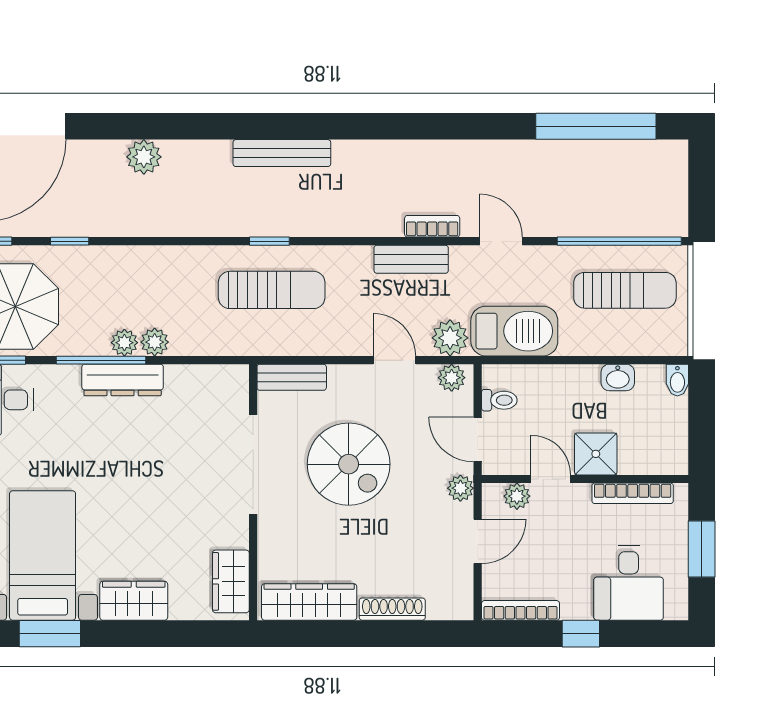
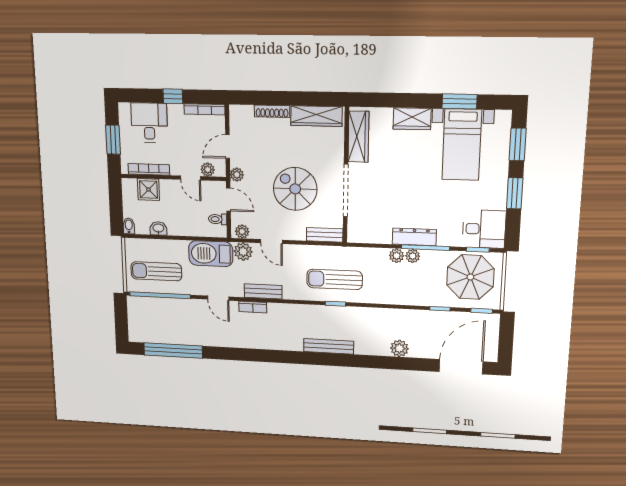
shower: (596, 454) -> (148, 190), moved
wardrobe: (231, 581) -> (358, 137), width x1.50

